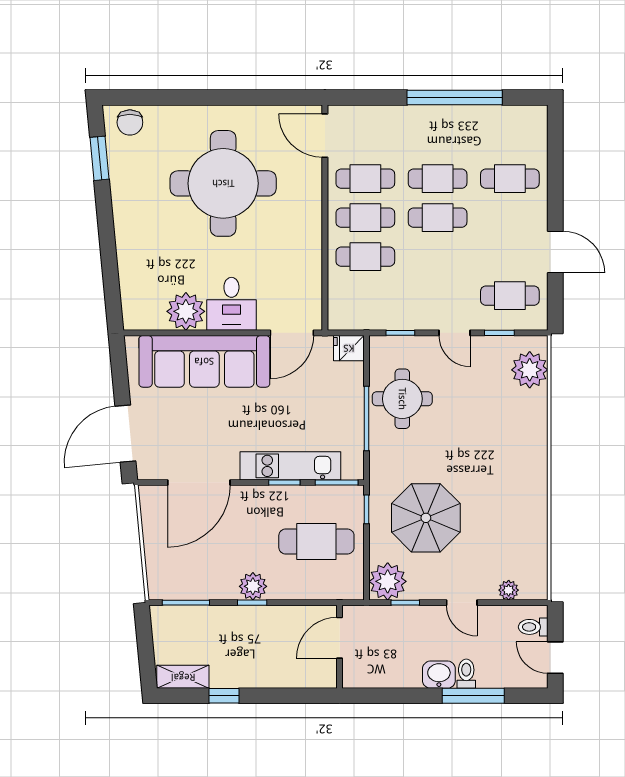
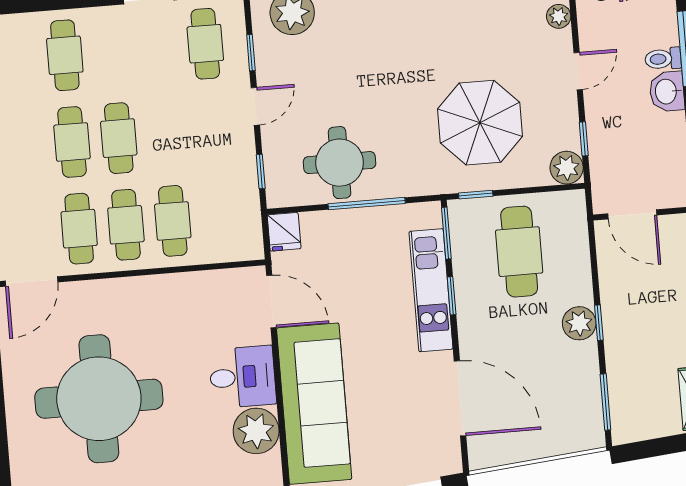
plant: (388, 581) -> (567, 168), width x0.73, depth x0.73

